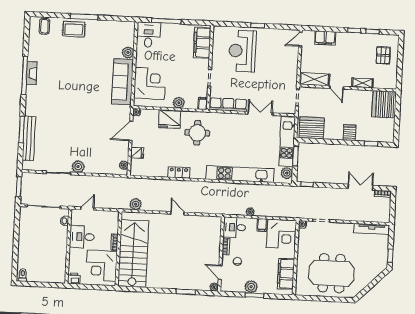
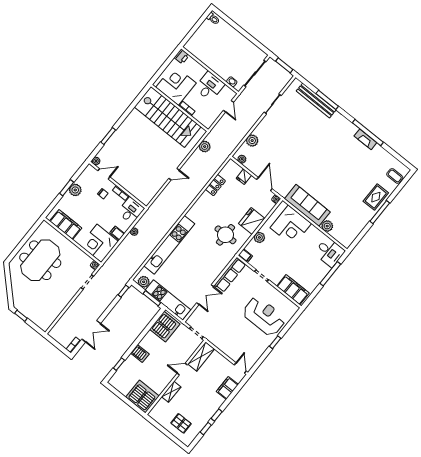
plant: (78, 167) -> (252, 141), moved
locker: (179, 172) -> (215, 185), moved
tv unit: (372, 229) -> (52, 317), removed

